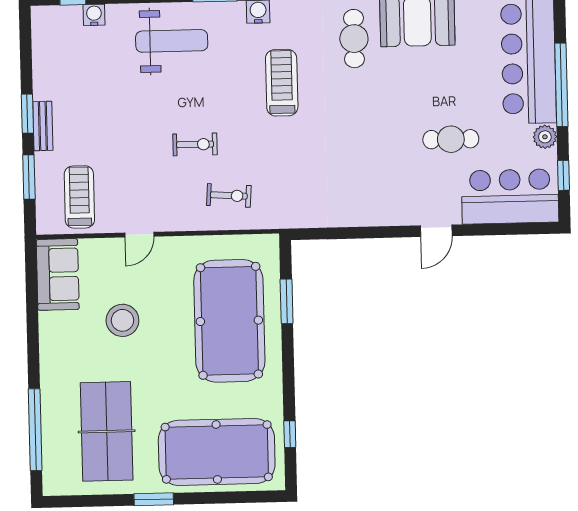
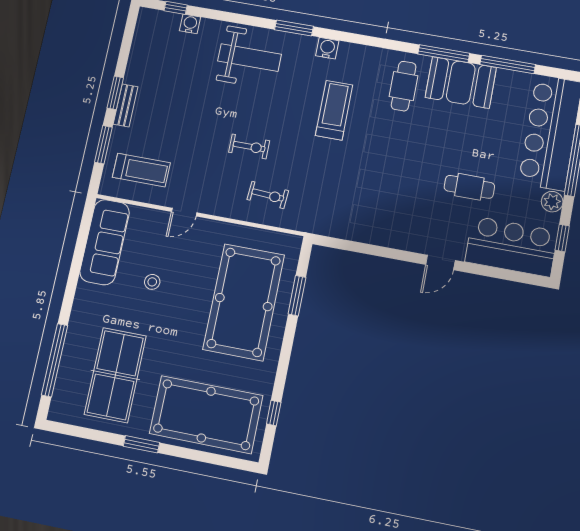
treadmill: (79, 197) -> (141, 170), turned 90
sofa: (58, 274) -> (105, 242), width x1.36
stool: (122, 320) -> (152, 282), width x0.53, depth x0.53

